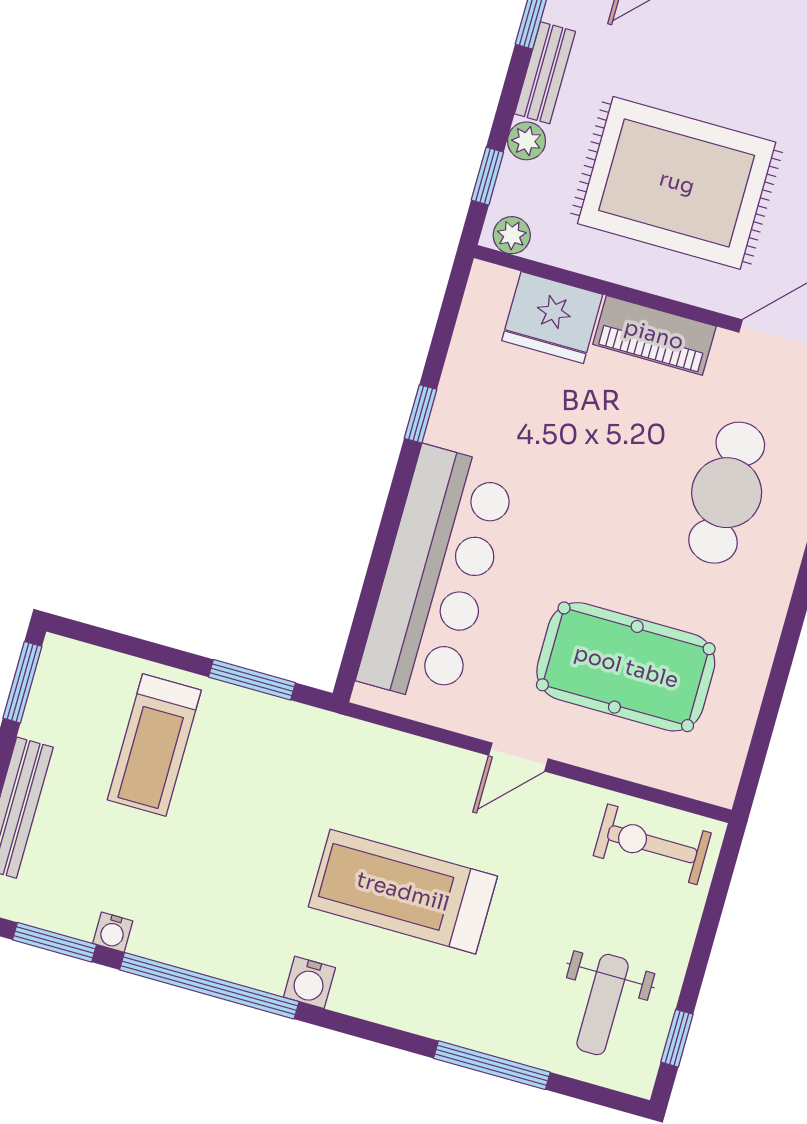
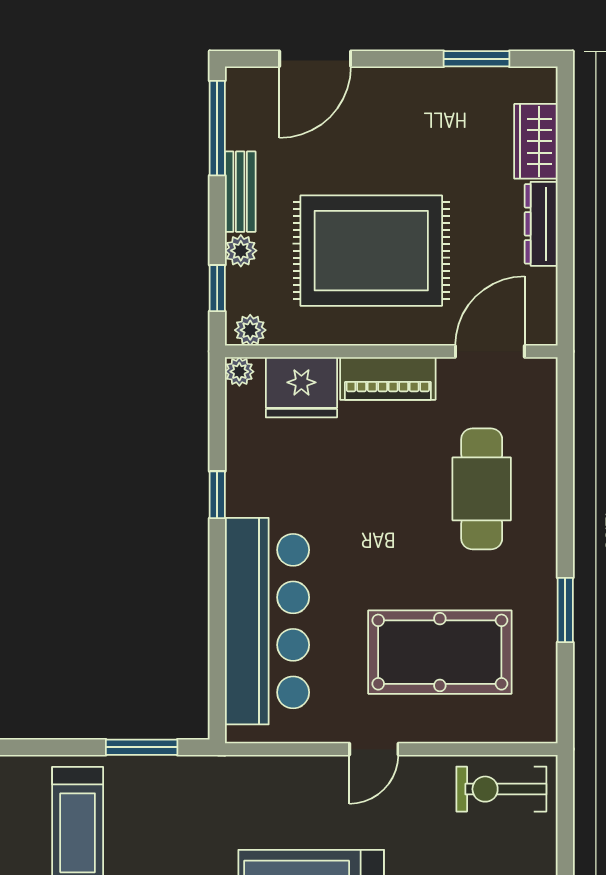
plant: (486, 279) -> (239, 372), added
window: (784, 659) -> (565, 610), added

